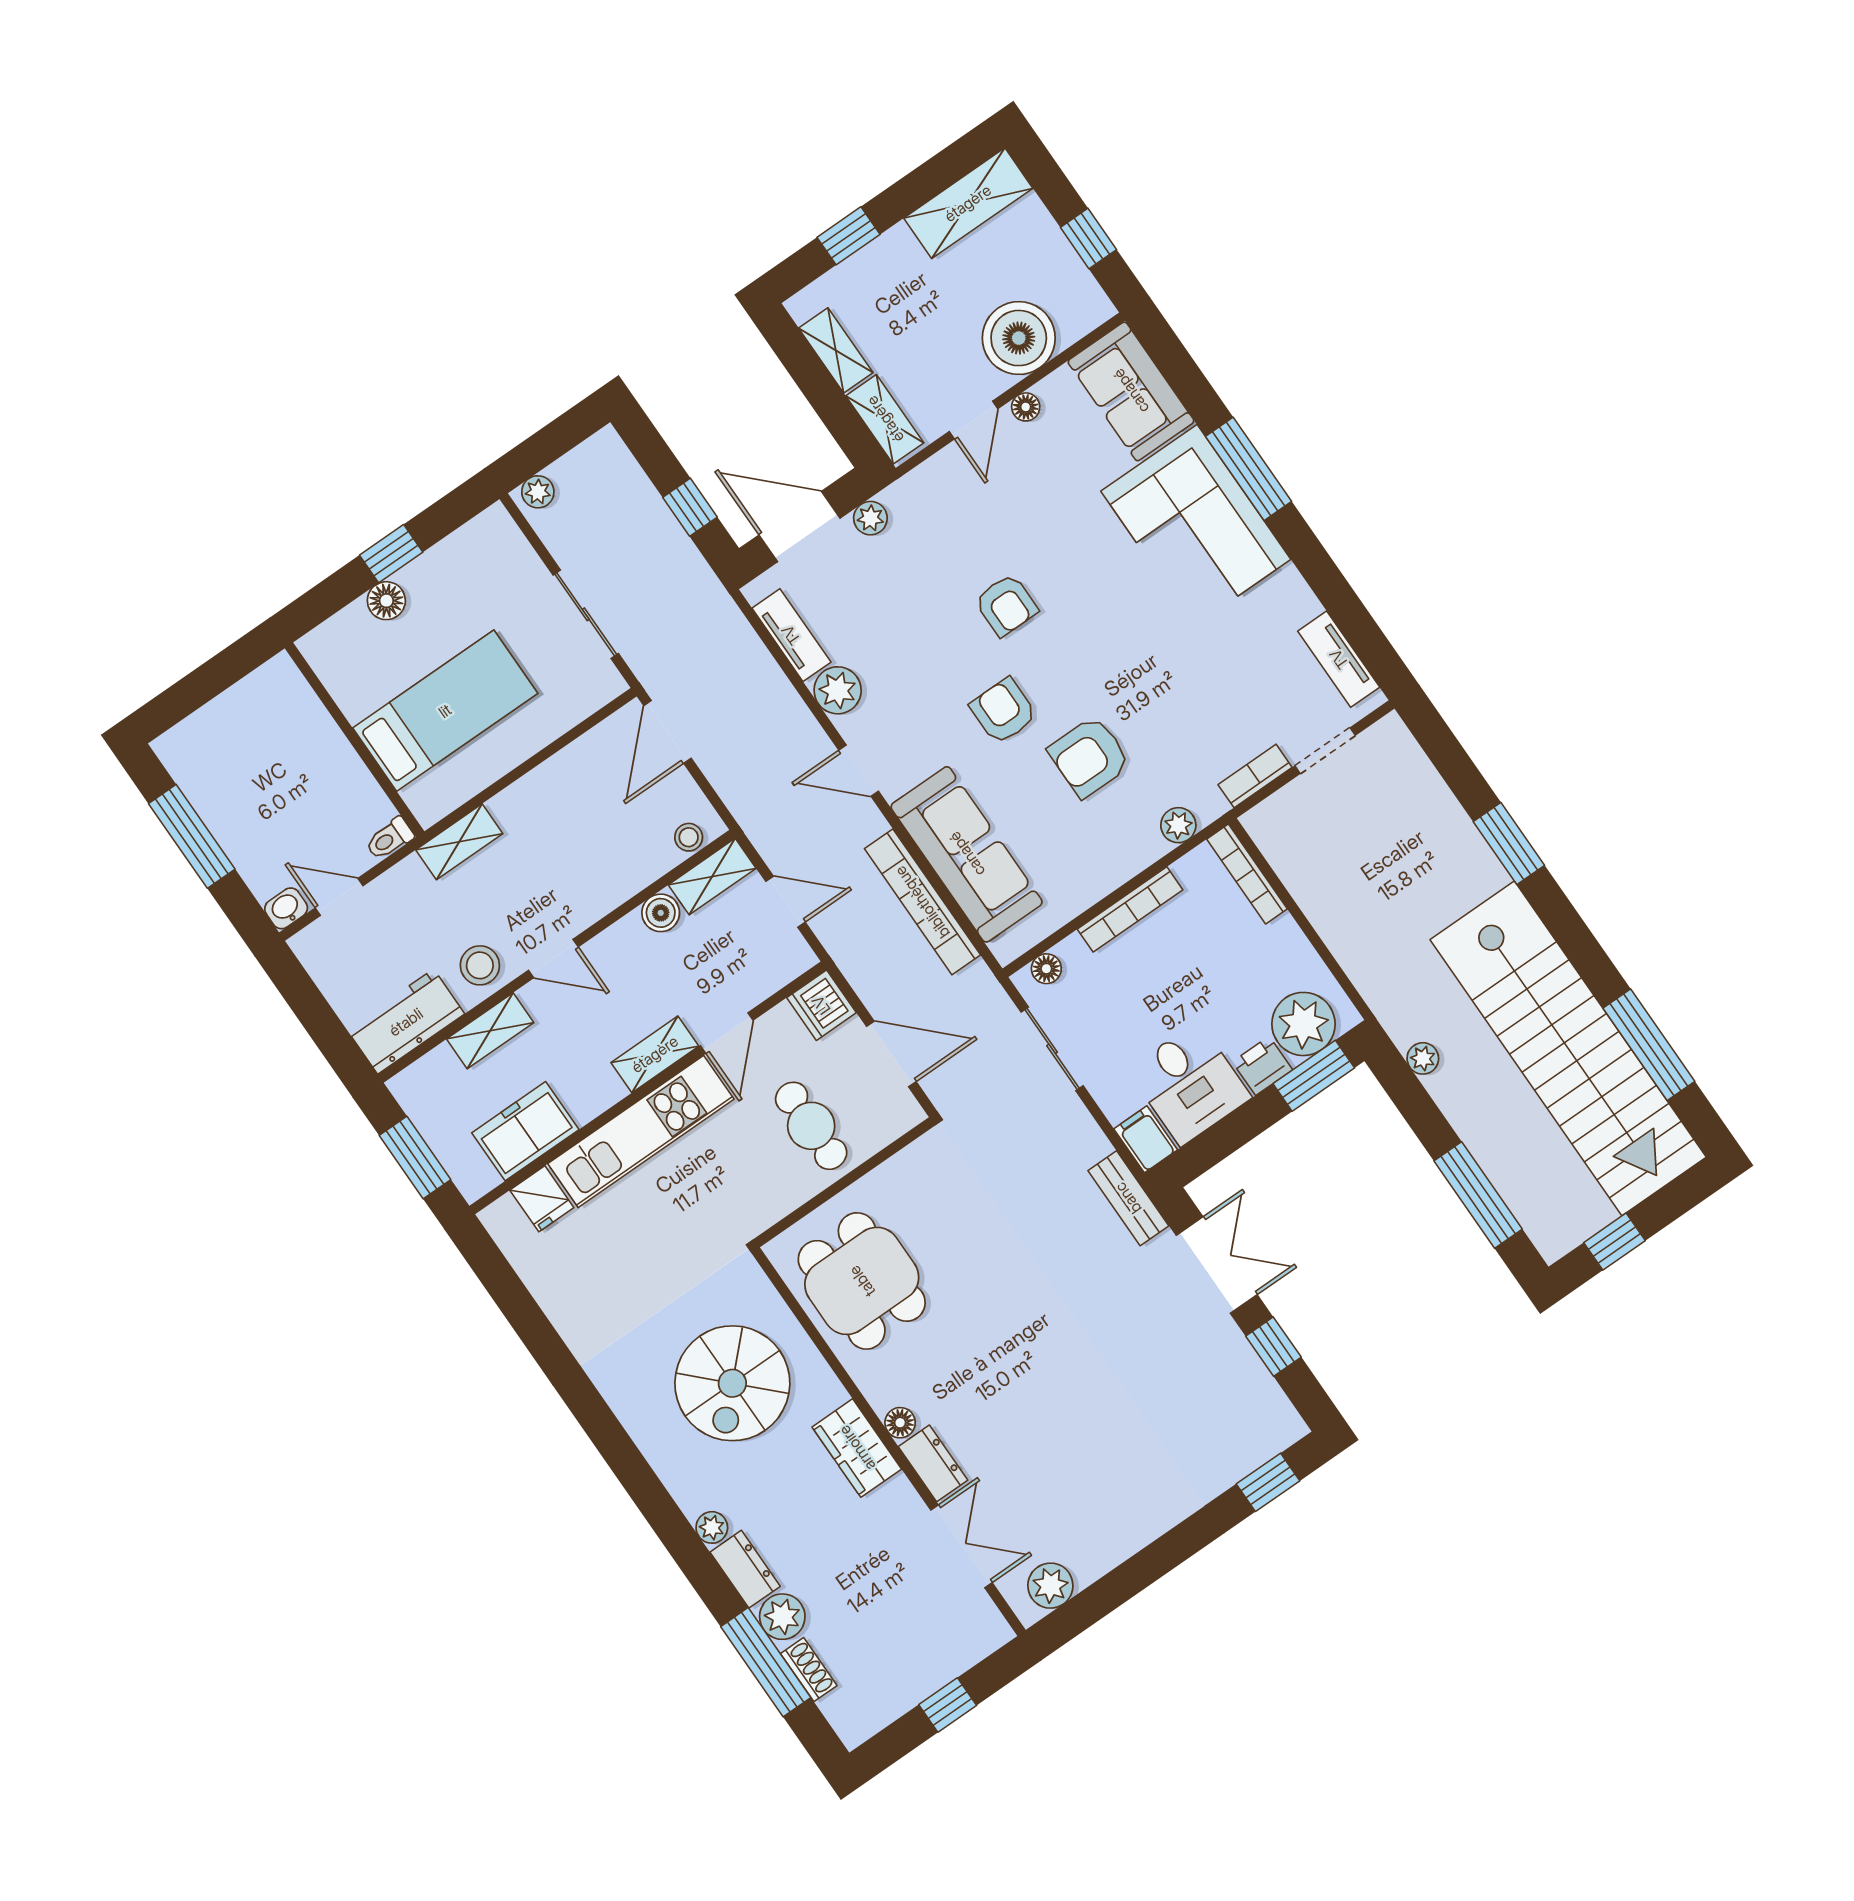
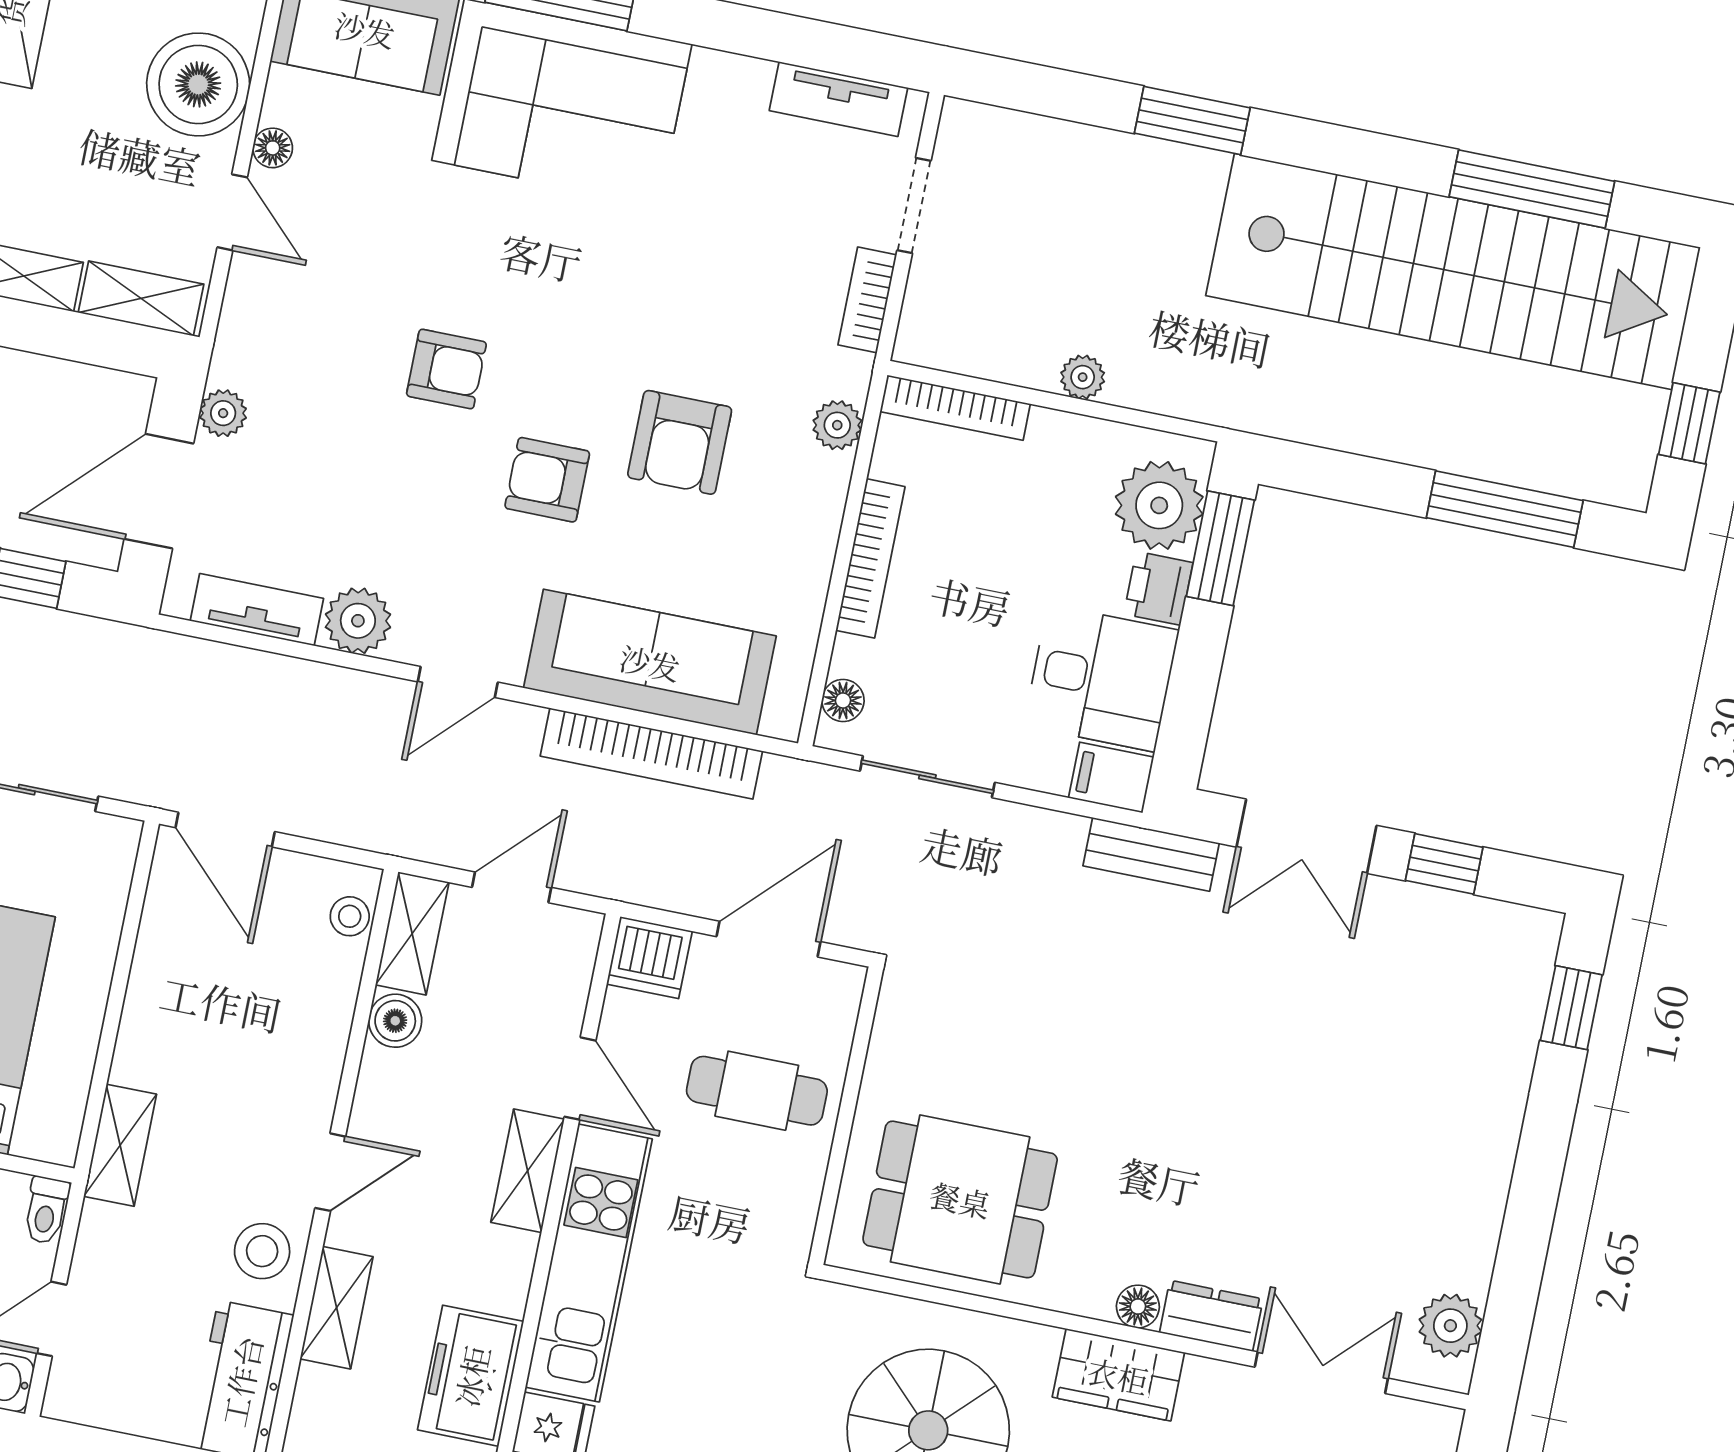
plant: (1423, 1058) -> (1083, 377), moved
double door: (1217, 1265) -> (1307, 836), swing flipped

